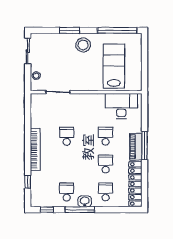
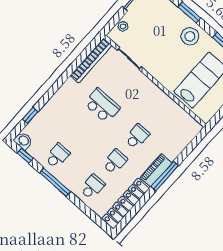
desk: (121, 106) -> (175, 122), removed
school desk: (67, 136) -> (102, 105), width x1.85
bookcase: (35, 149) -> (91, 61), moved
washbasin: (85, 201) -> (23, 141), moved

